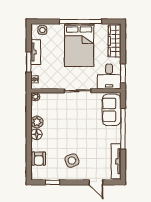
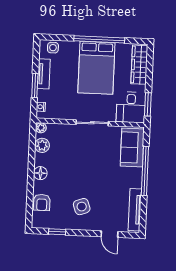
plant: (37, 122) -> (42, 145), moved

